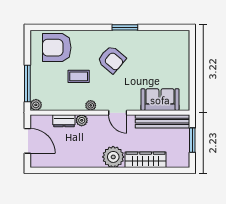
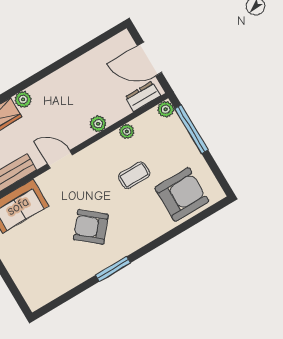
armchair: (112, 59) -> (91, 227), moved
plant: (91, 105) -> (127, 131), moved
dresser: (64, 121) -> (143, 96), moved
plant: (113, 157) -> (23, 99), width x0.53, depth x0.53

